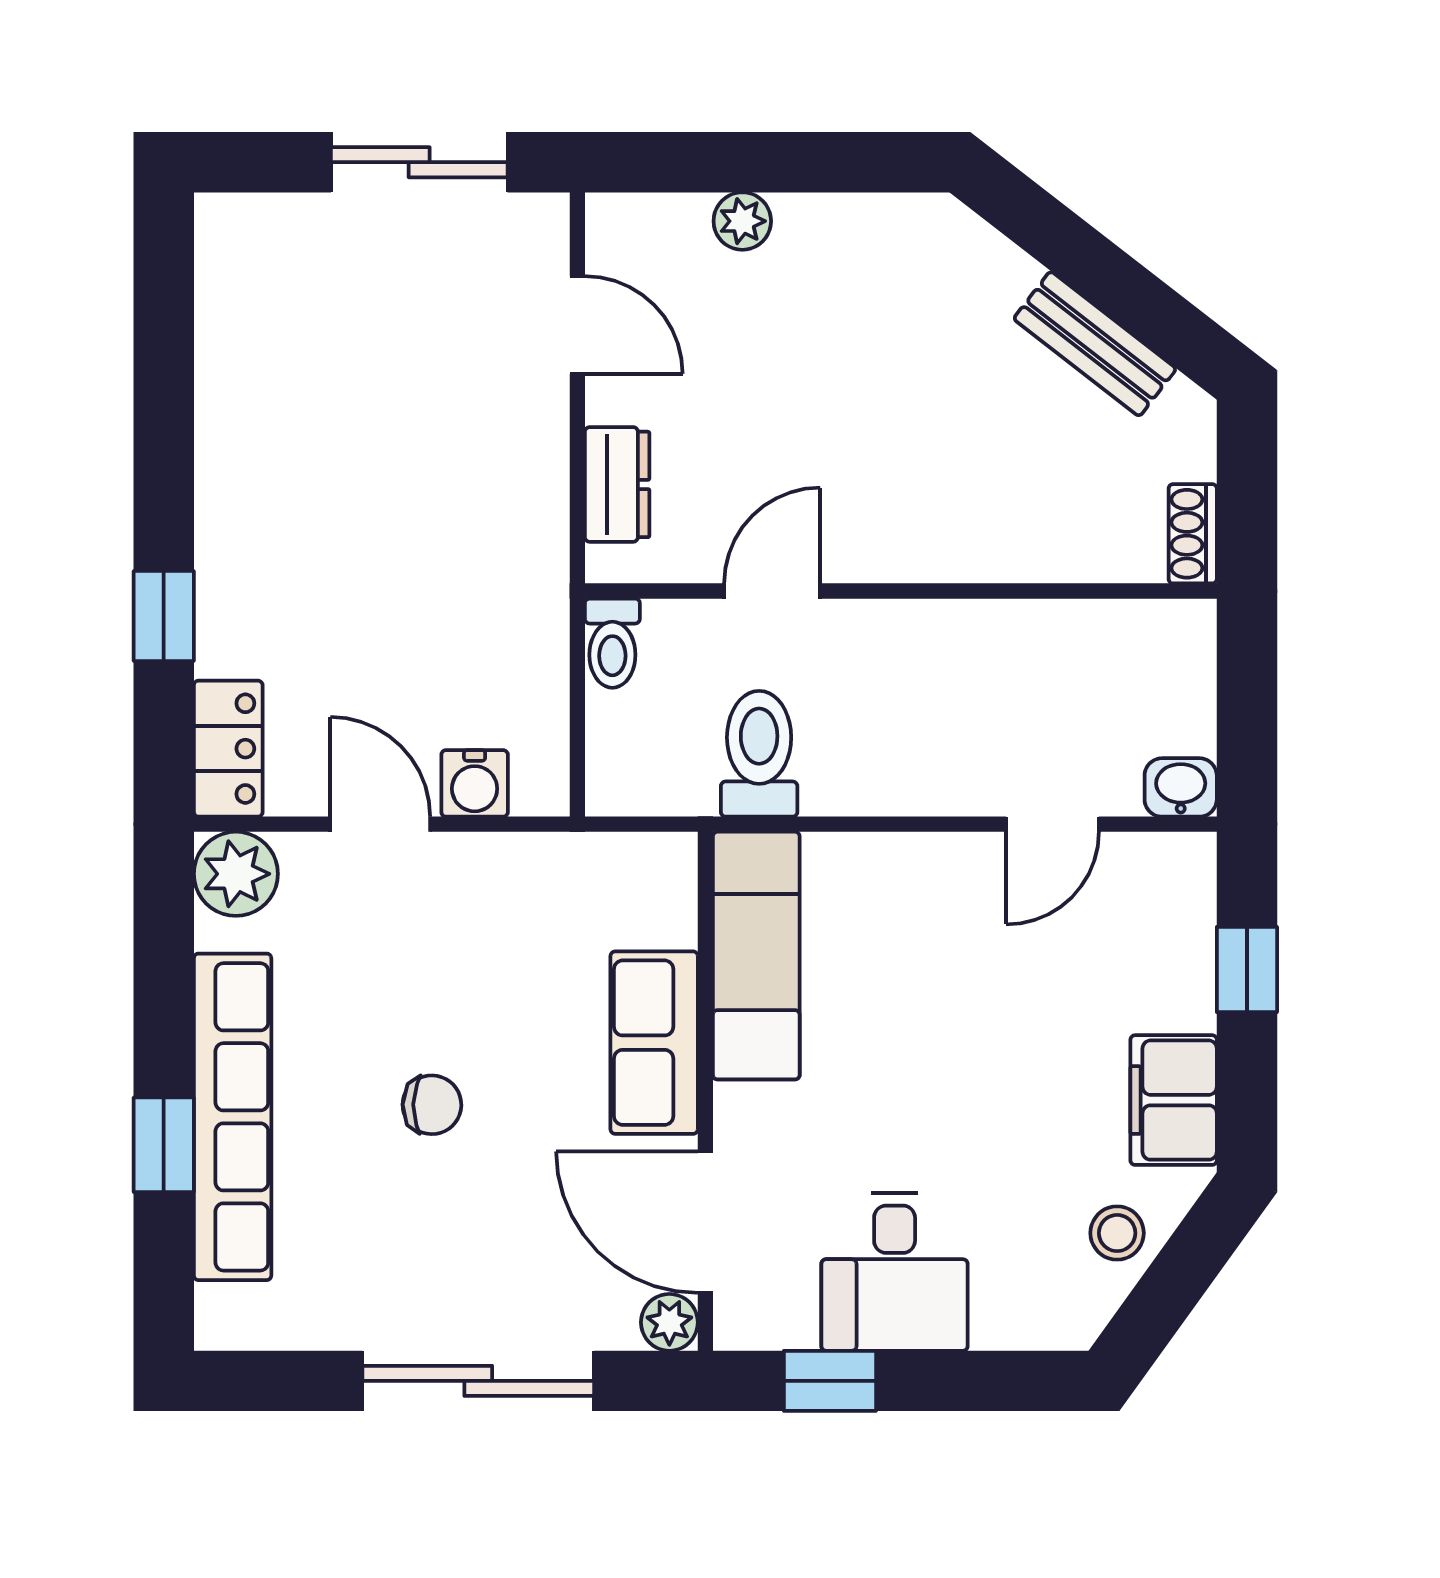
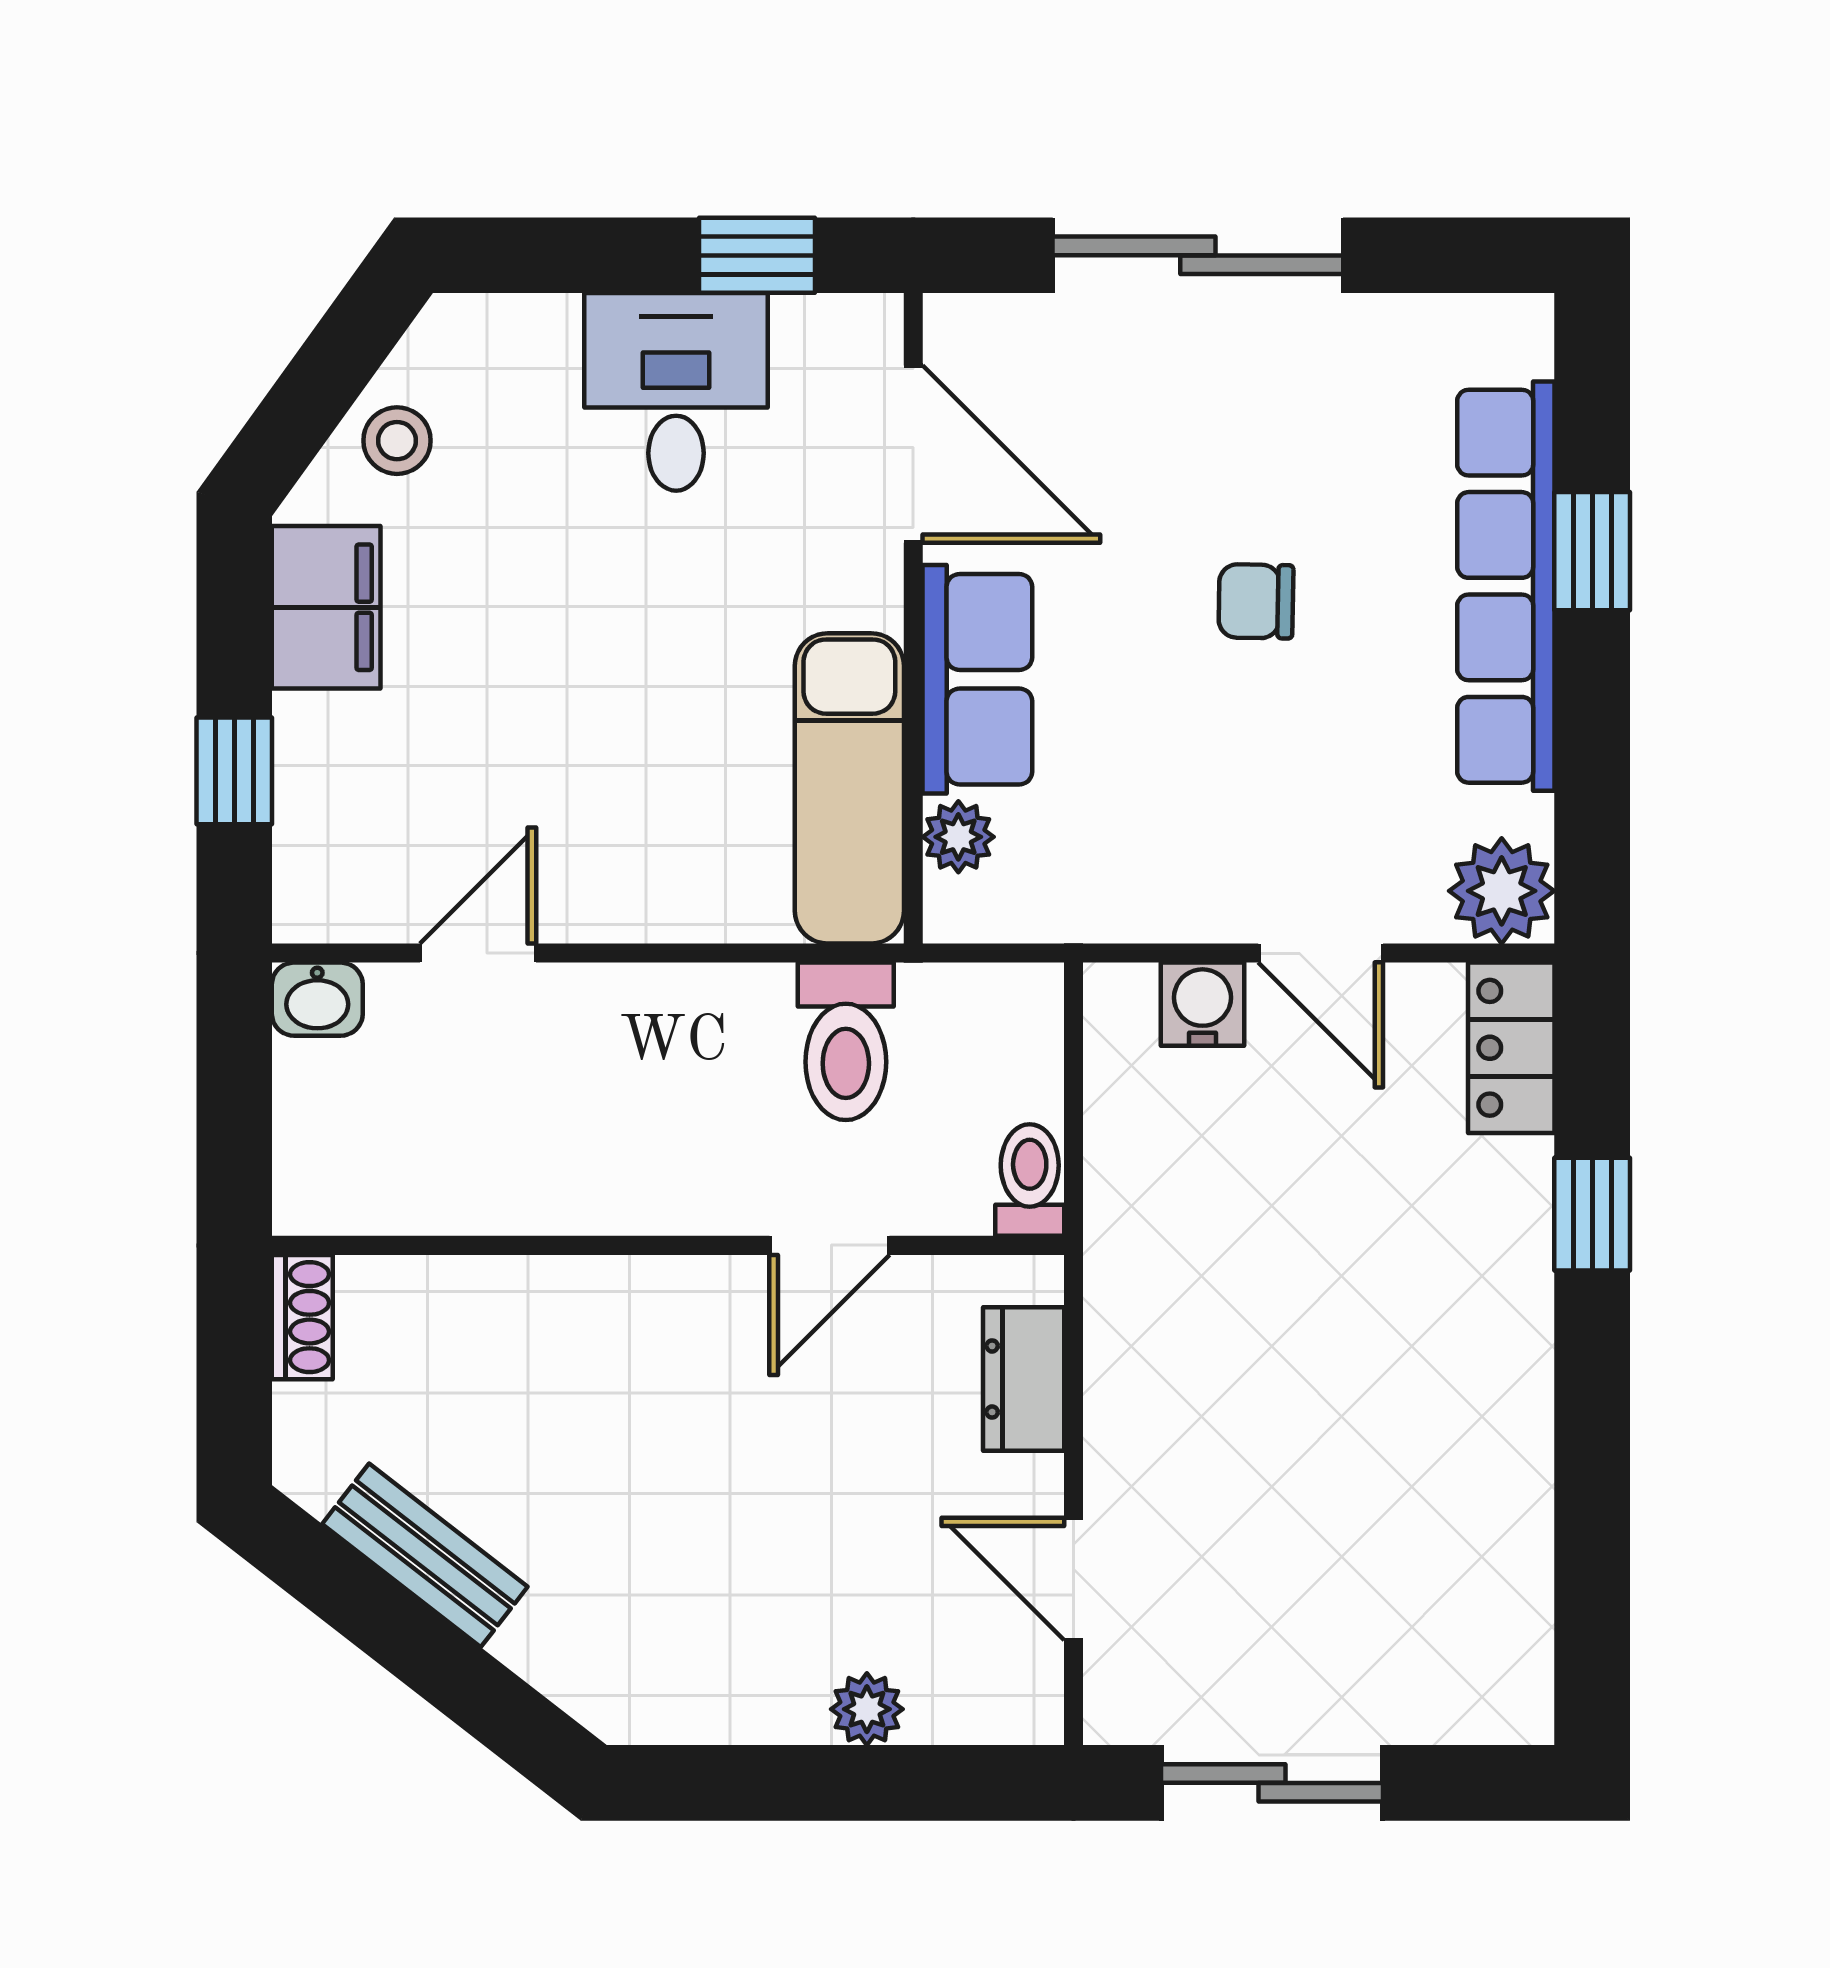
plant: (669, 1322) -> (958, 837), moved

